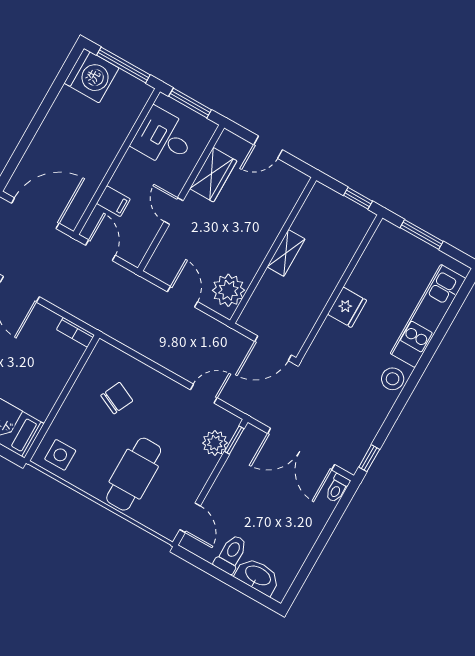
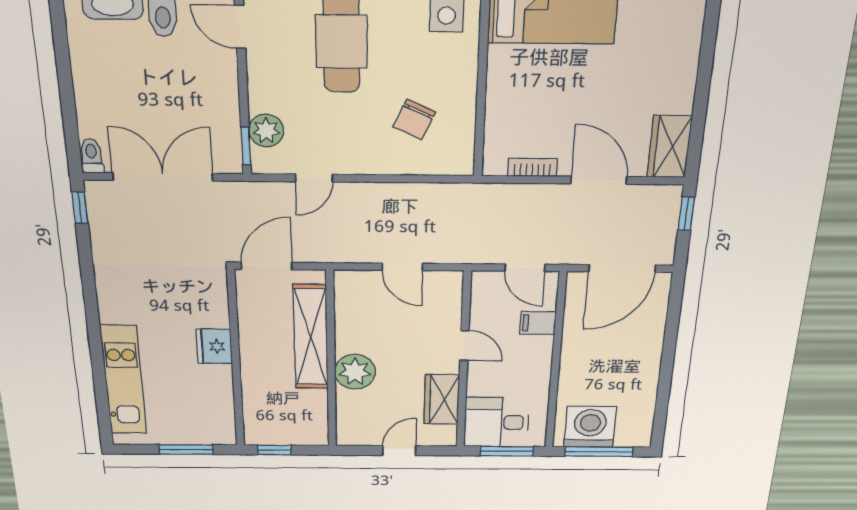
washing machine: (92, 76) -> (590, 427), moved, turned 90
desk: (164, 138) -> (496, 422), moved, turned 180
shelving: (286, 253) -> (311, 337), width x2.20, depth x1.33
plant: (228, 290) -> (355, 372), moved
bookcase: (75, 332) -> (532, 167), moved
stool: (393, 379) -> (115, 302), removed

